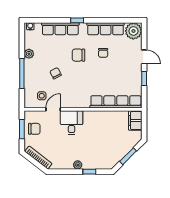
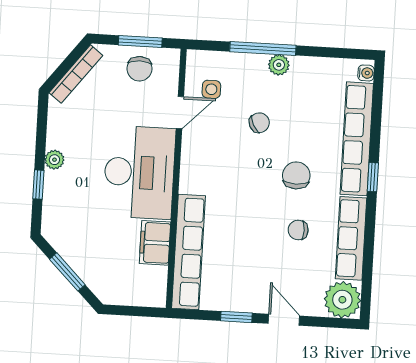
row of seats: (60, 29) -> (357, 139), width x1.36
plant: (29, 54) -> (279, 65), moved
door: (144, 57) -> (284, 320), swing flipped
door: (53, 109) -> (180, 113), hinge flipped
filing cabinet: (135, 121) -> (155, 243), moved, turned -90
desk: (72, 123) -> (139, 172), width x1.87, depth x1.30

